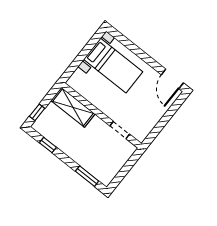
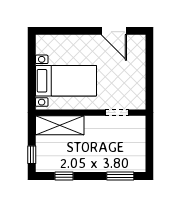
bed with nightstands: (113, 66) -> (66, 81), moved
door: (172, 79) -> (114, 31), moved

